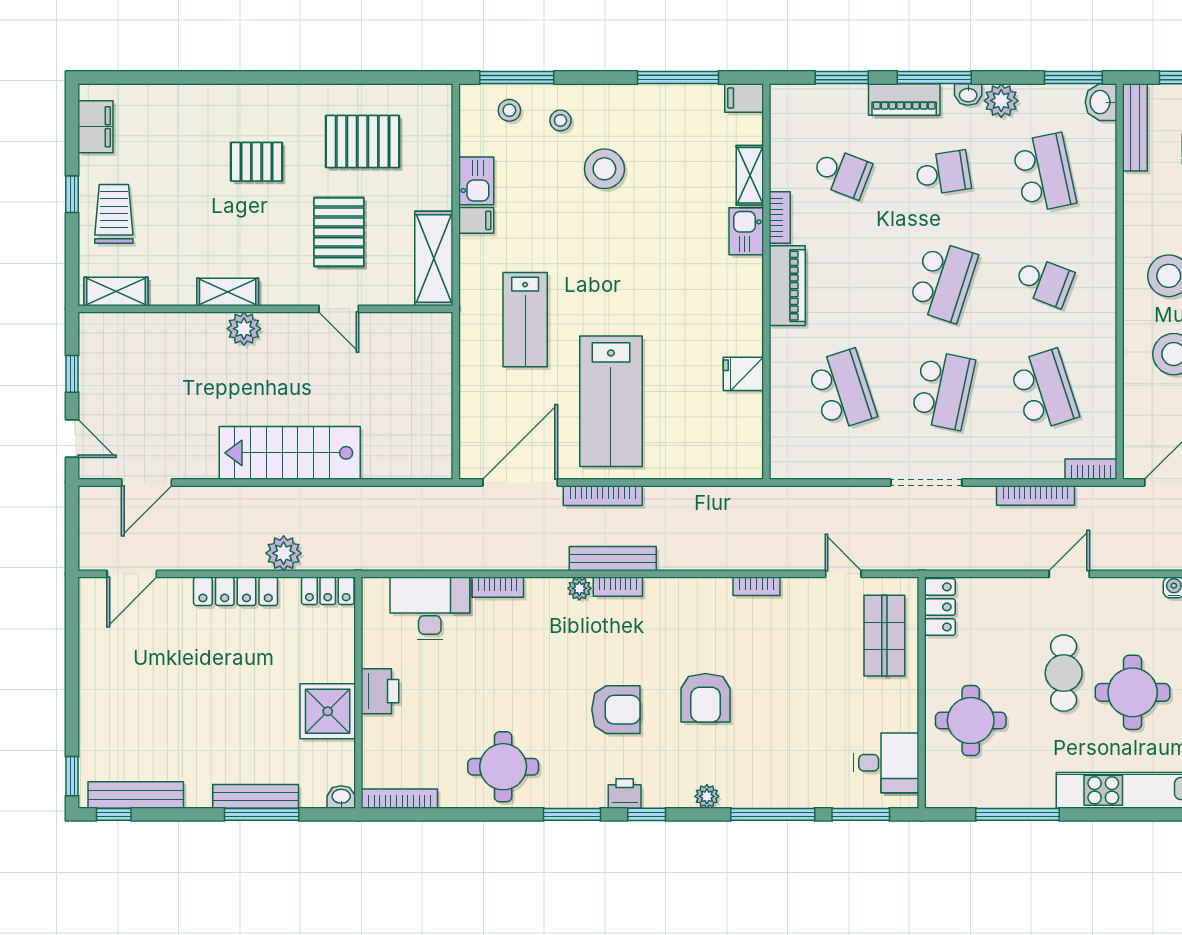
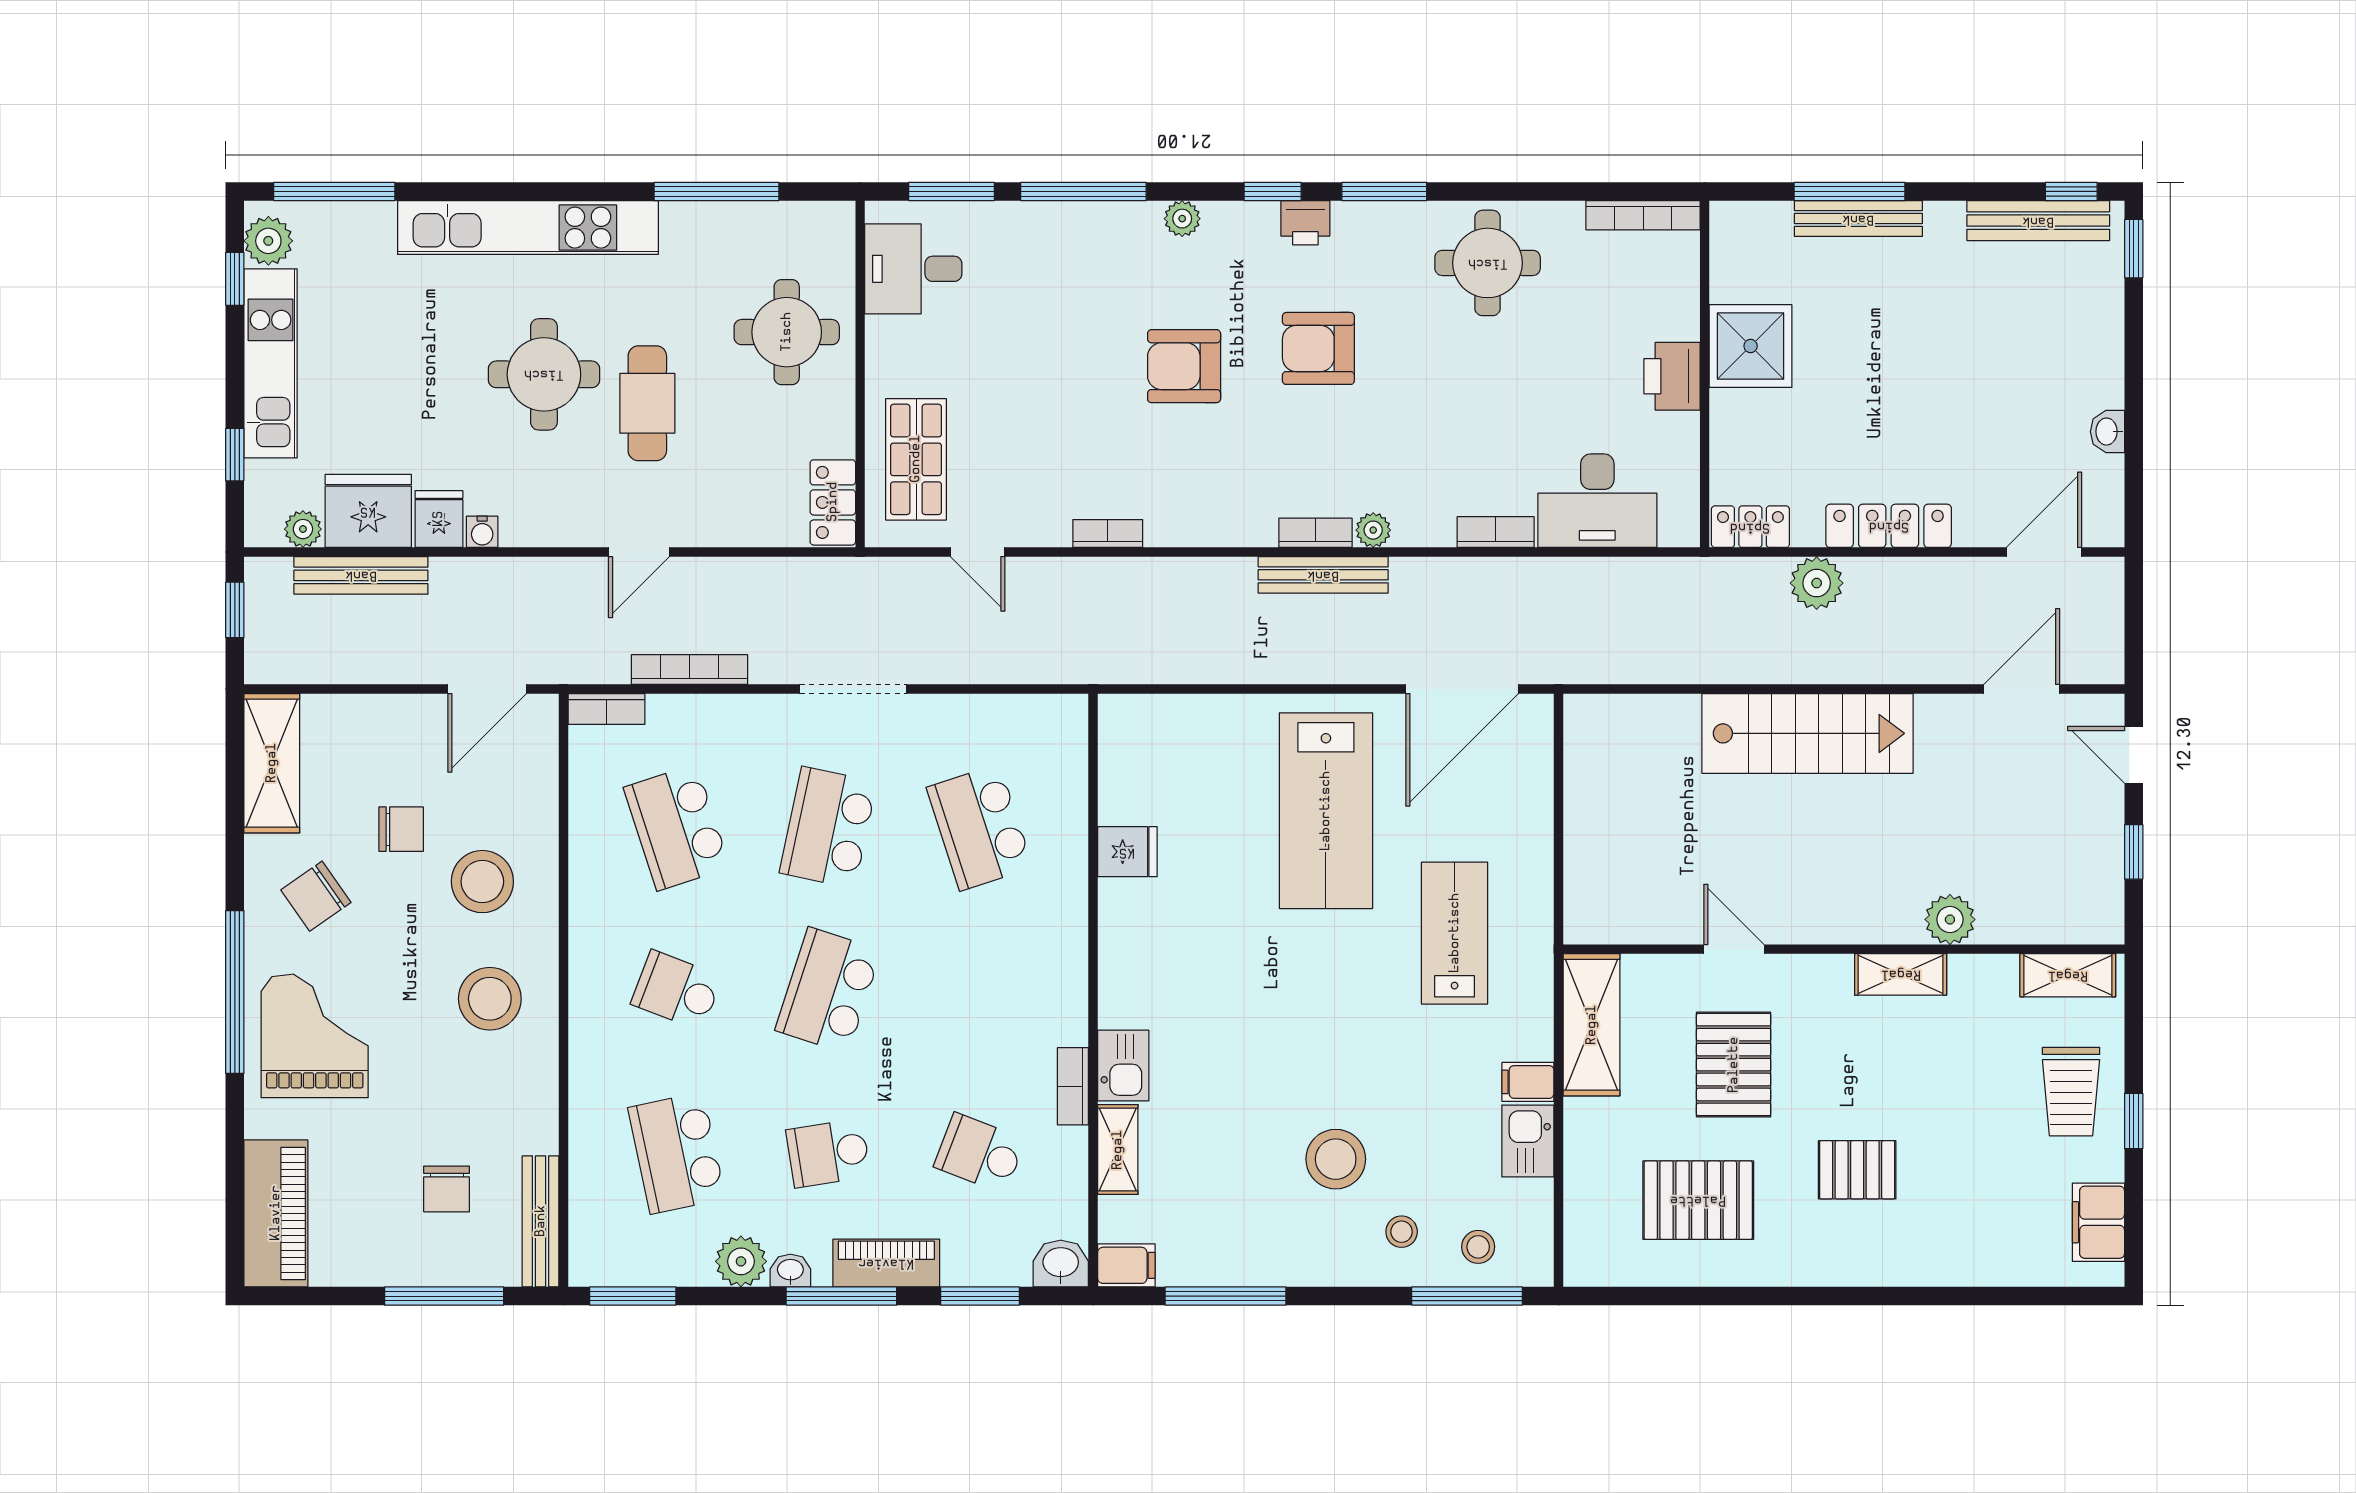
washbasin: (1101, 102) -> (1061, 1264), moved, turned -90
piano: (787, 286) -> (1062, 984), removed
plant: (244, 329) -> (1950, 919), moved
lab bench: (611, 401) -> (1326, 811), turned 180
bookcase: (603, 496) -> (1338, 669), removed
armchair: (706, 698) -> (1184, 366), turned -90
washbasin: (341, 797) -> (2107, 432), moved, turned 90

